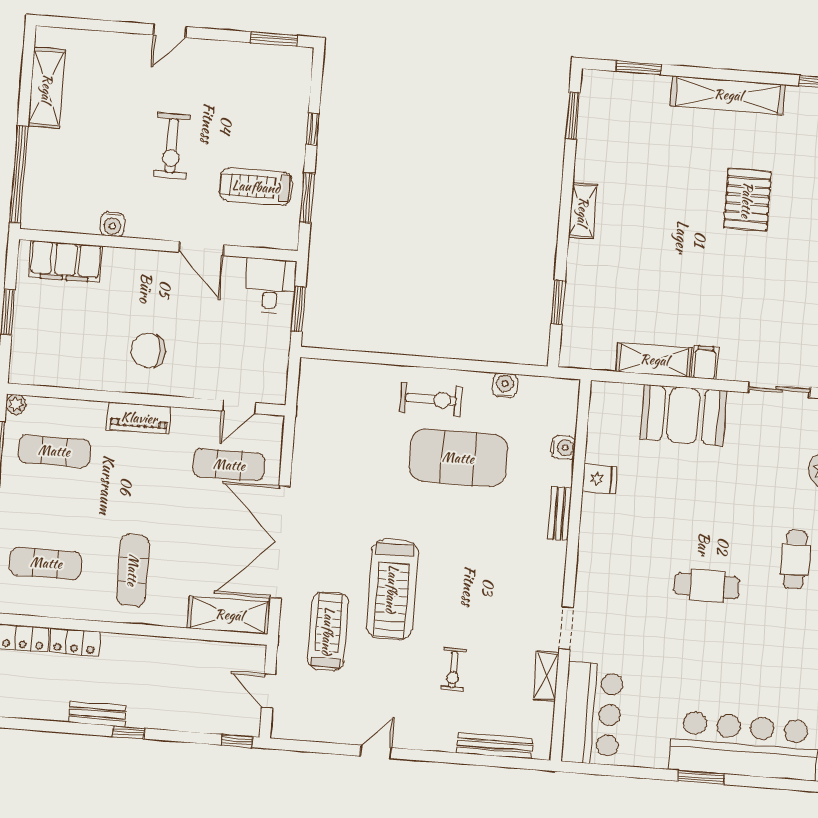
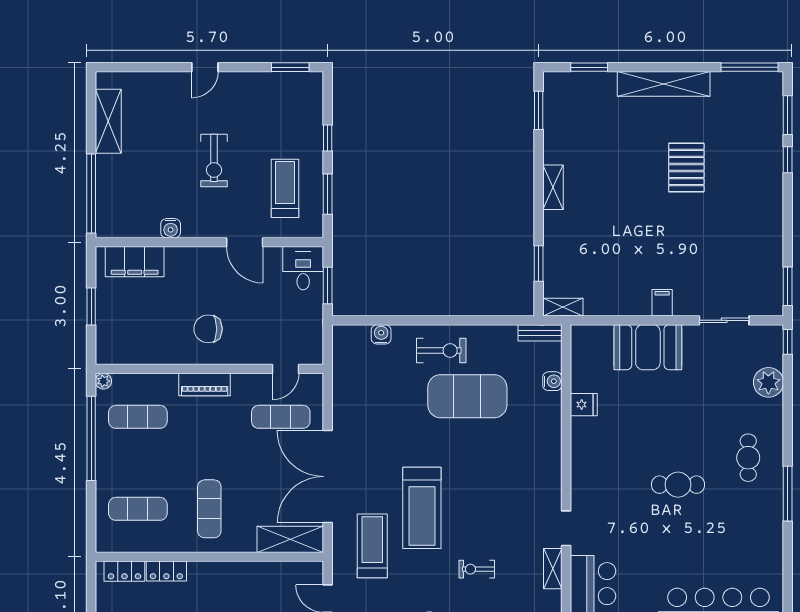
treadmill: (256, 187) -> (285, 188), turned 90
shelving: (654, 360) -> (563, 307), moved, width x0.67, depth x0.75
water cooler: (505, 385) -> (381, 334), moved
bench: (560, 514) -> (540, 333), moved, turned 90
exercise bike: (453, 669) -> (477, 569), turned 90

